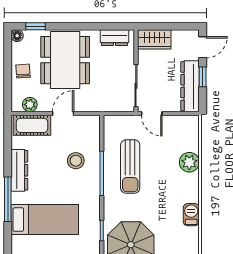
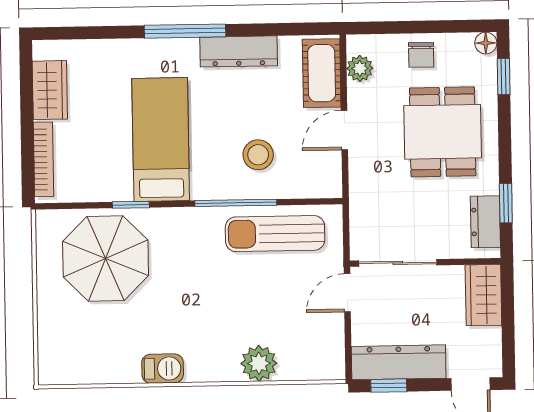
window: (104, 26) -> (506, 203), added
dining table: (65, 60) -> (443, 132), width x0.73
chair: (23, 71) -> (421, 55), turned 94
window: (203, 77) -> (389, 386), moved
door: (63, 113) -> (344, 130), swing flipped
sun lounger: (130, 167) -> (275, 234), moved
bed: (45, 220) -> (161, 139), moved, turned 180

